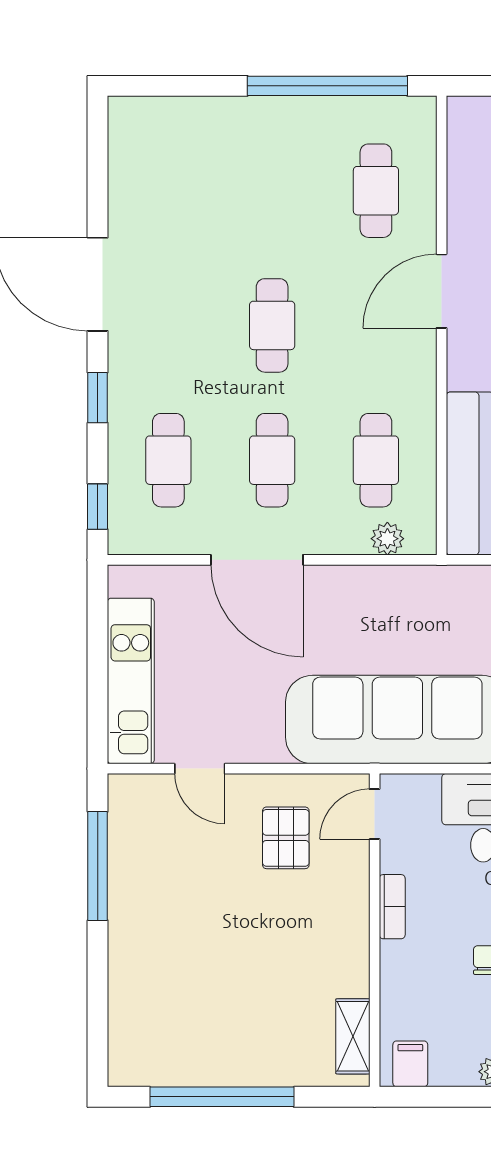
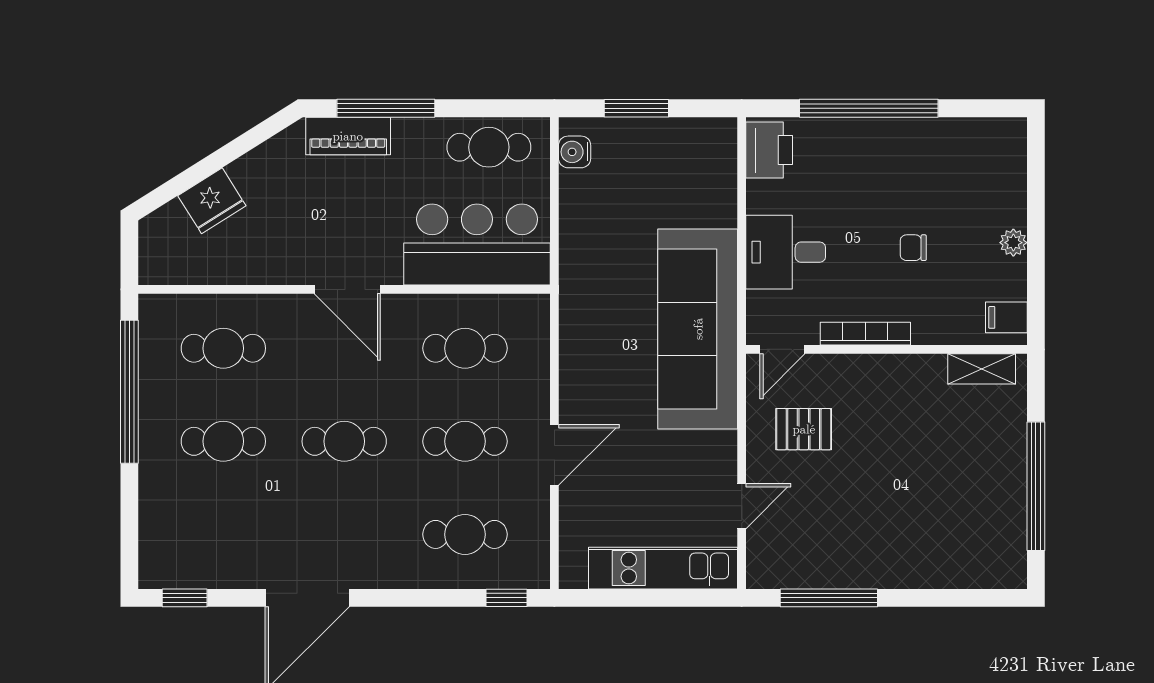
cafe table: (272, 191) -> (223, 441), added
door: (442, 291) -> (347, 289), moved
window: (98, 398) -> (185, 598), moved
plant: (387, 539) -> (535, 338), removed
door: (257, 560) -> (554, 455), width x0.73
door: (375, 814) -> (782, 349), hinge flipped
bookcase: (392, 907) -> (865, 334), width x1.56

